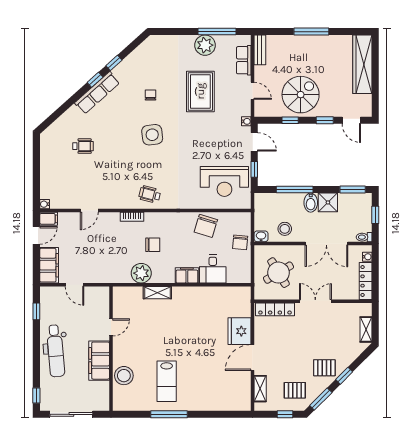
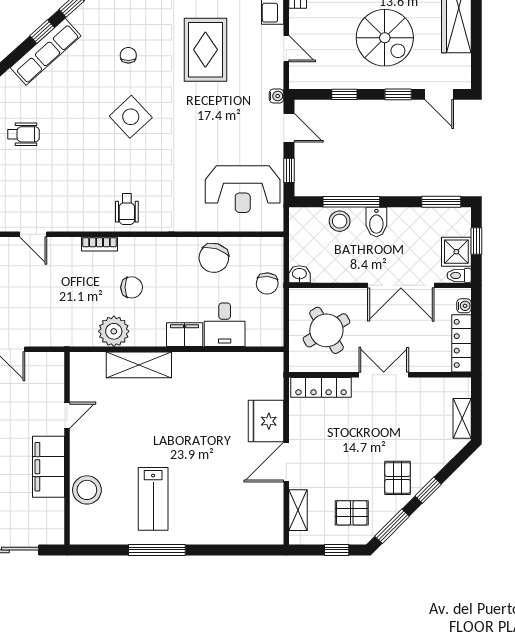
spiral stairs: (301, 95) -> (385, 38), moved, turned 90
side table: (152, 135) -> (131, 117), turned -36
wheelchair: (150, 194) -> (127, 209), turned -104
shower: (328, 202) -> (456, 252), moved
door: (89, 211) -> (33, 234), hinge flipped
stool: (285, 229) -> (340, 221), moved
shelving: (157, 293) -> (139, 365), width x1.50, depth x1.33
pallet: (324, 368) -> (398, 478), turned 90

